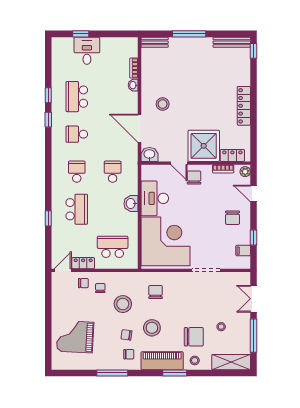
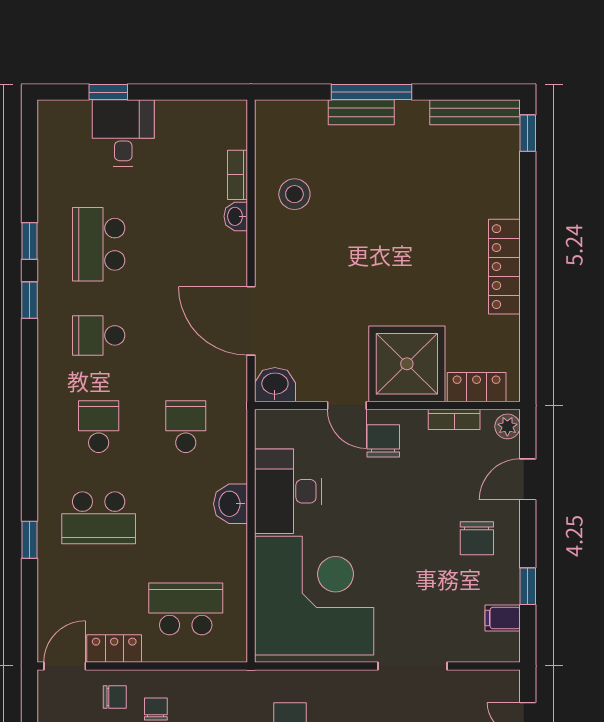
bench: (155, 42) -> (361, 112), moved
stool: (163, 104) -> (294, 194), moved
door: (253, 193) -> (528, 479), hinge flipped
school desk: (77, 209) -> (99, 518), turned 90

